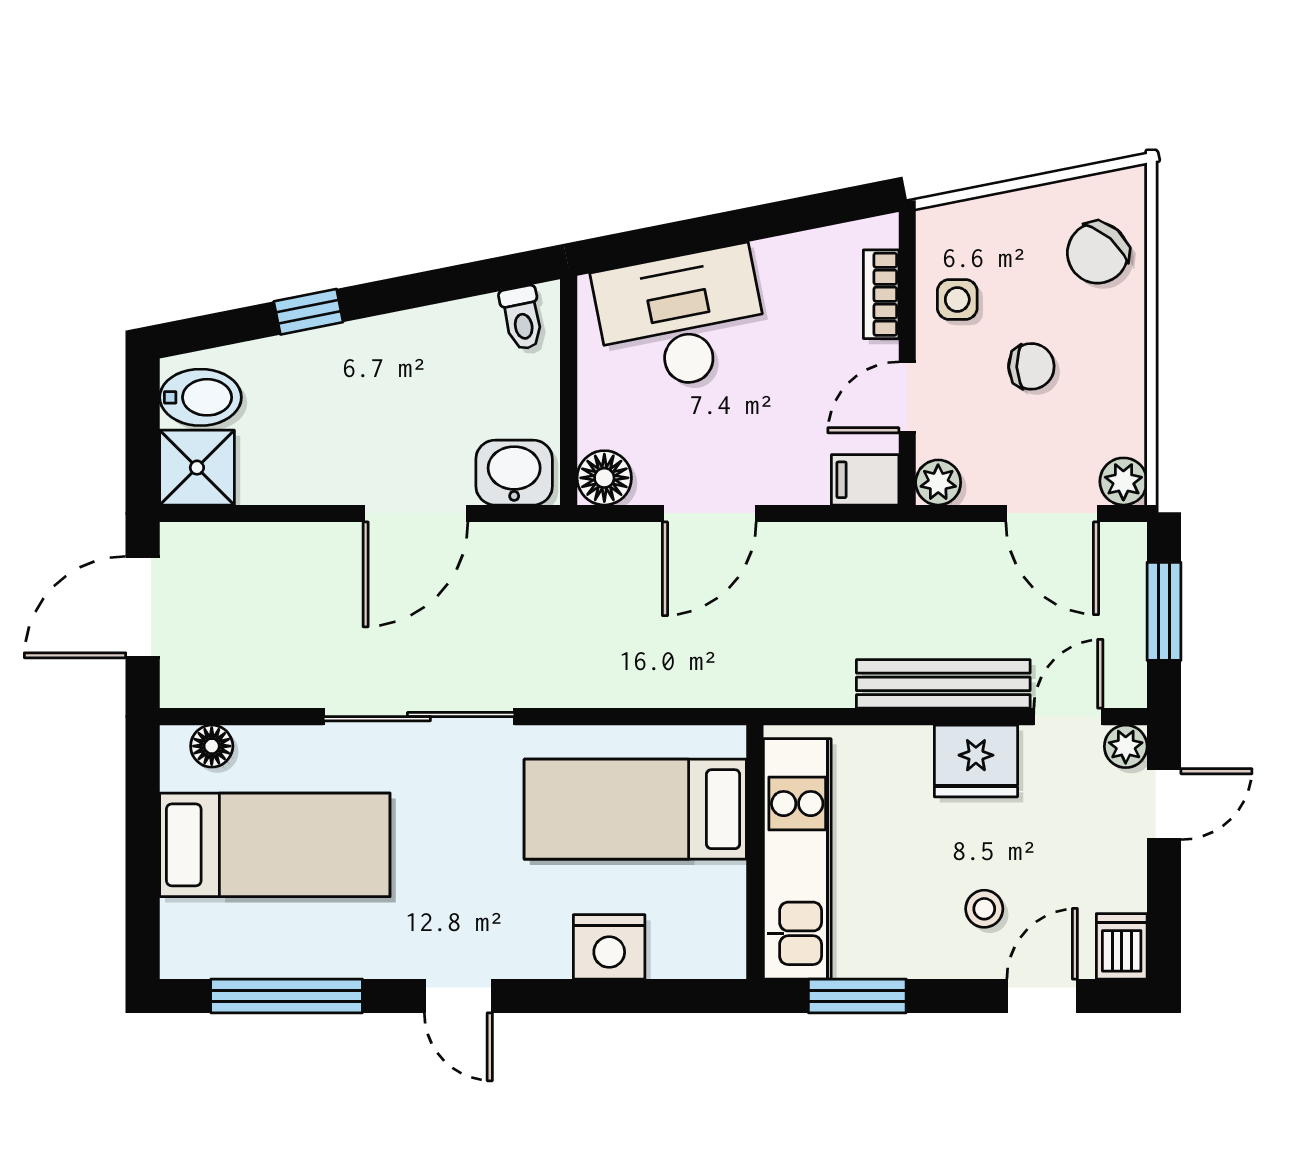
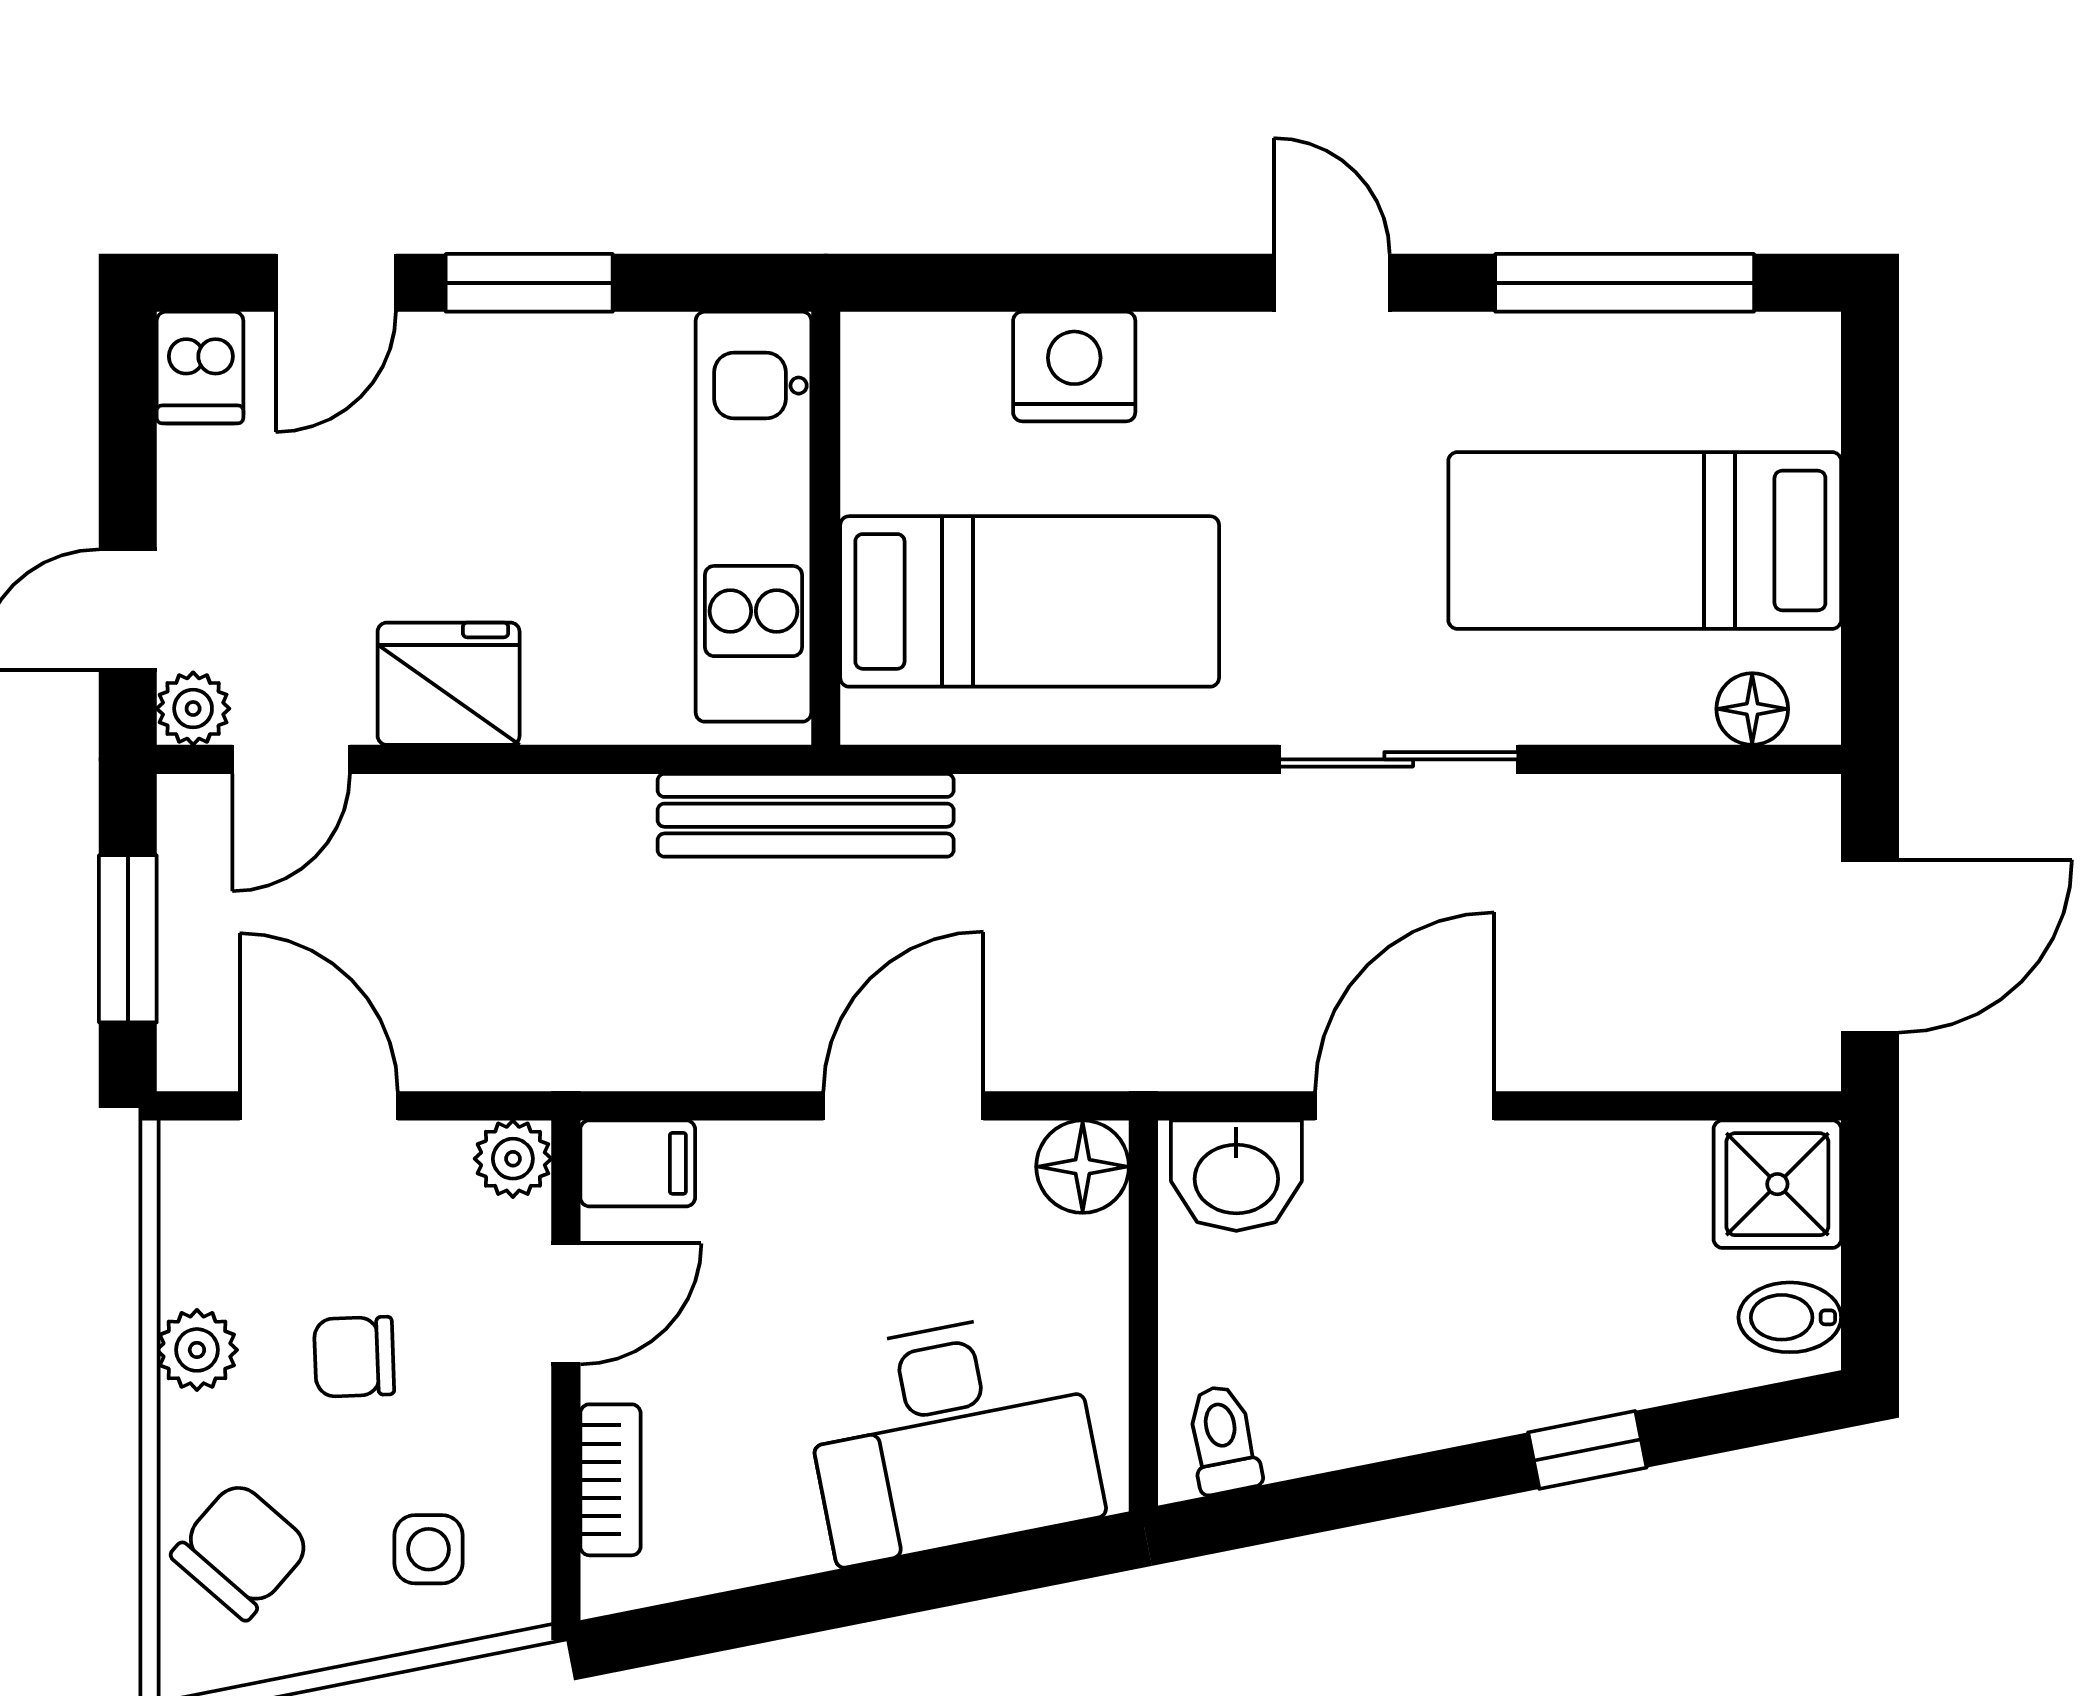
side table: (957, 299) -> (429, 1549), moved
bidet: (201, 397) -> (1790, 1317), width x0.72, depth x0.74
plant: (1123, 481) -> (197, 1350), moved
bench: (943, 684) -> (806, 815), moved
sliding door: (419, 717) -> (1399, 759), width x0.73
stool: (984, 909) -> (434, 431), removed
window: (857, 996) -> (529, 283), moved

